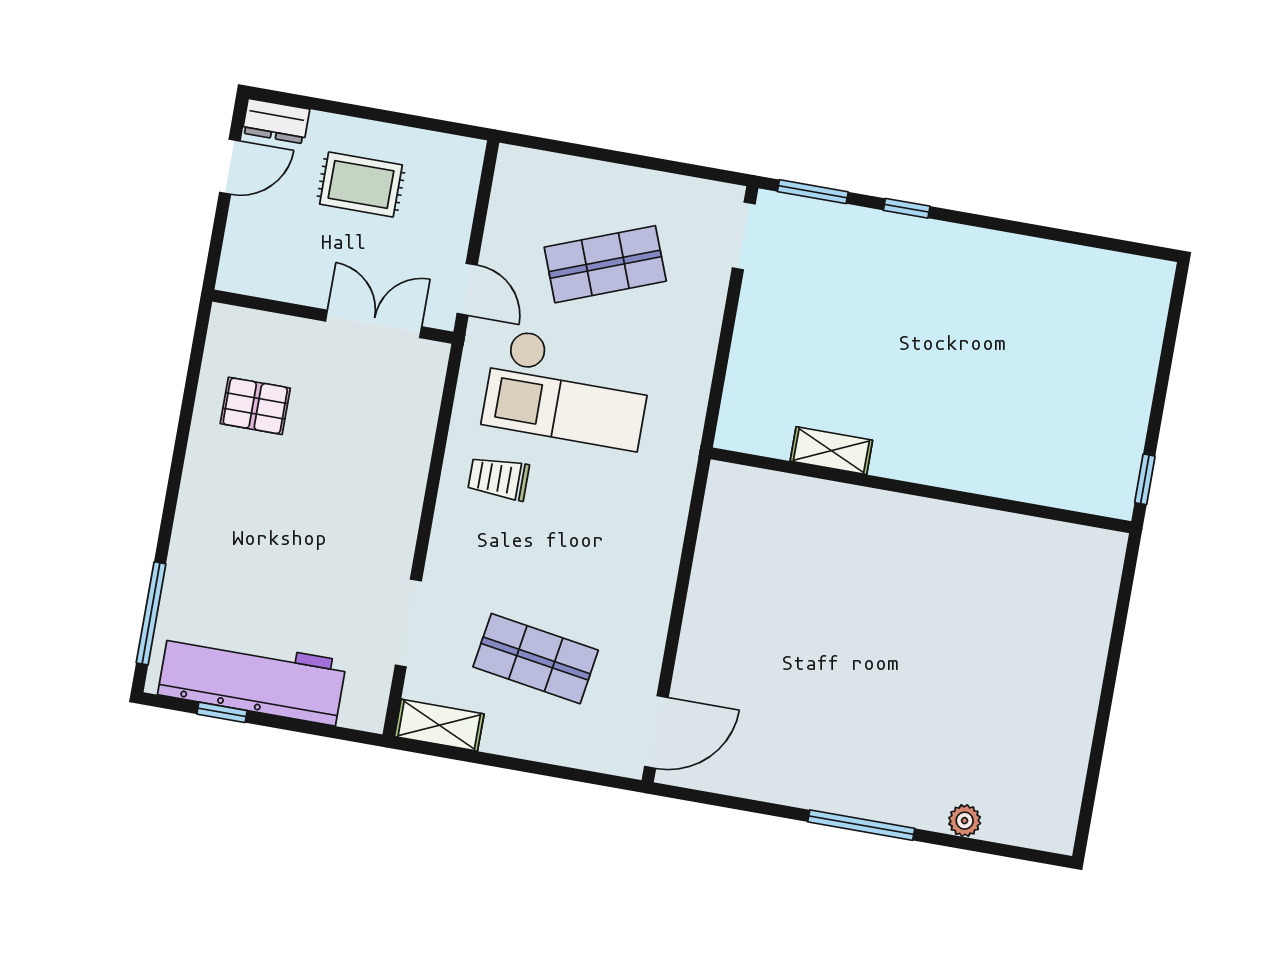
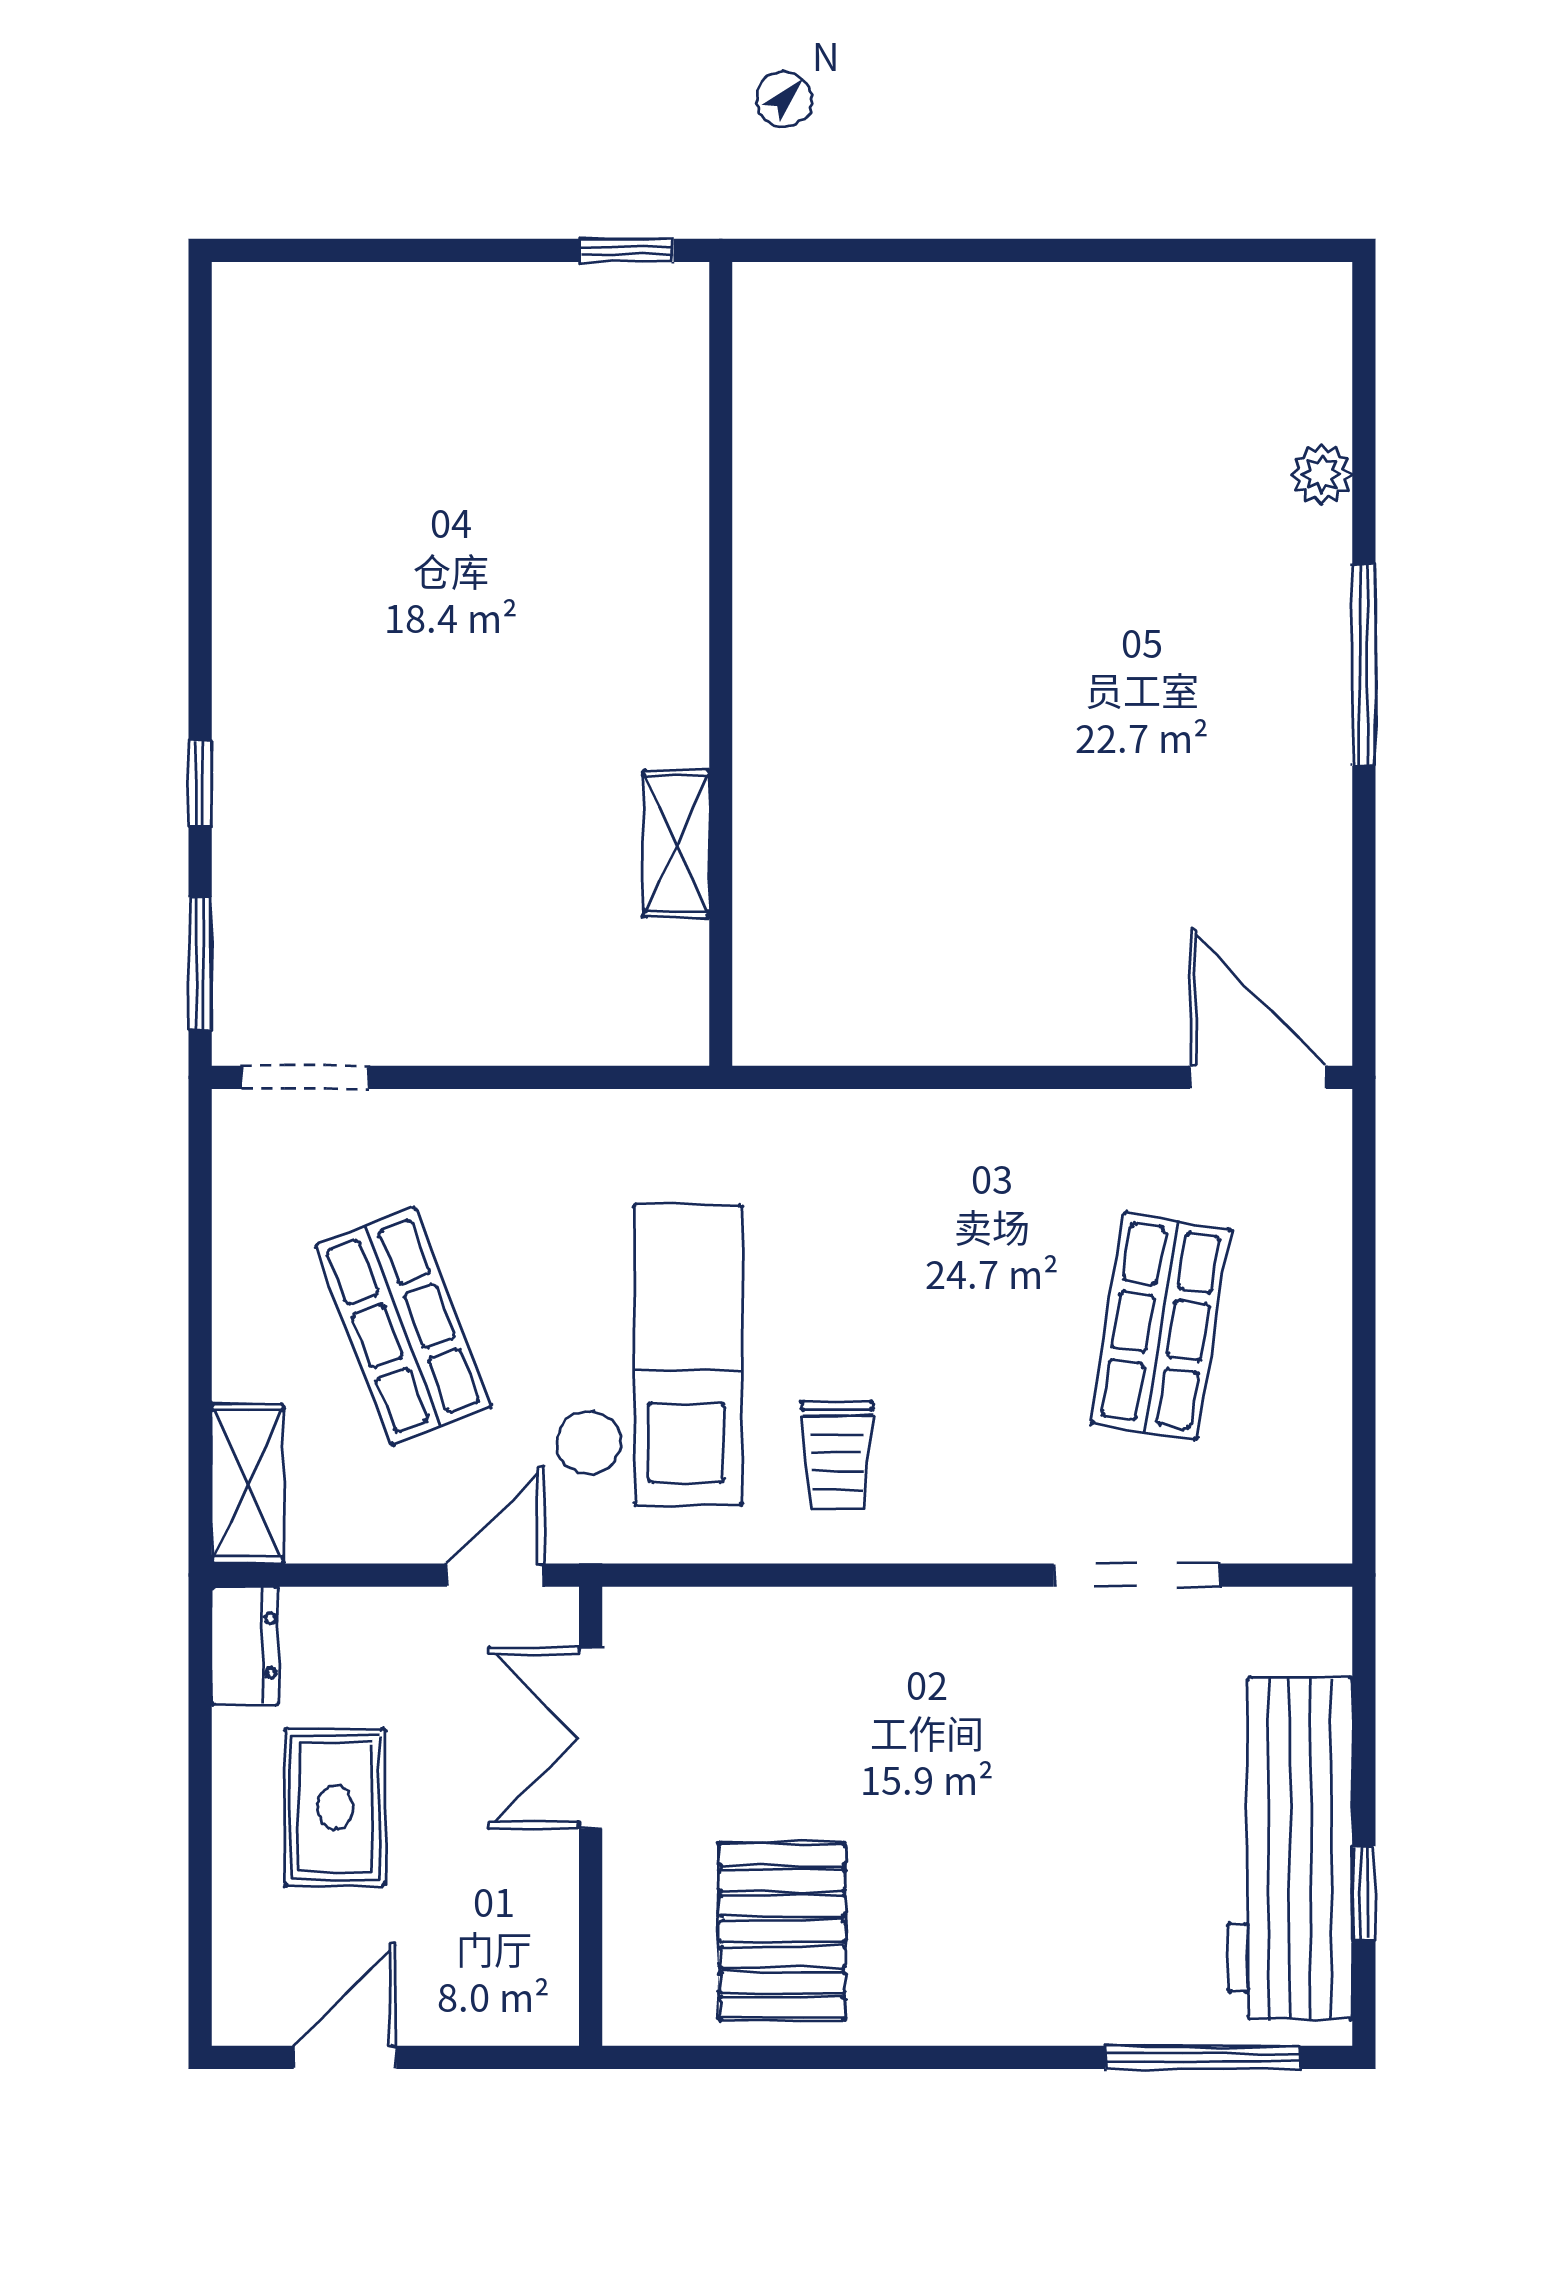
dresser: (276, 121) -> (245, 1646), moved
door: (230, 167) -> (345, 2057), hinge flipped
pallet: (255, 406) -> (782, 1931), width x1.50, depth x1.42
shelving: (439, 725) -> (247, 1484), moved

